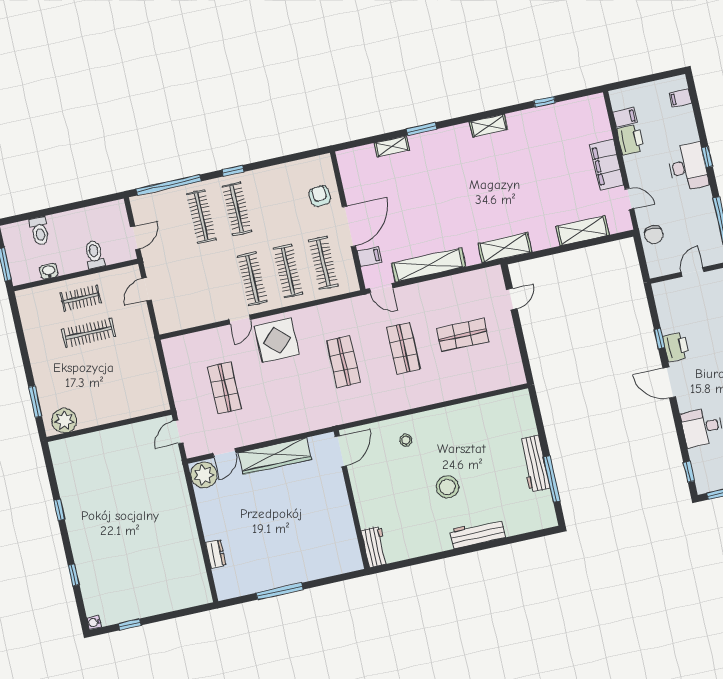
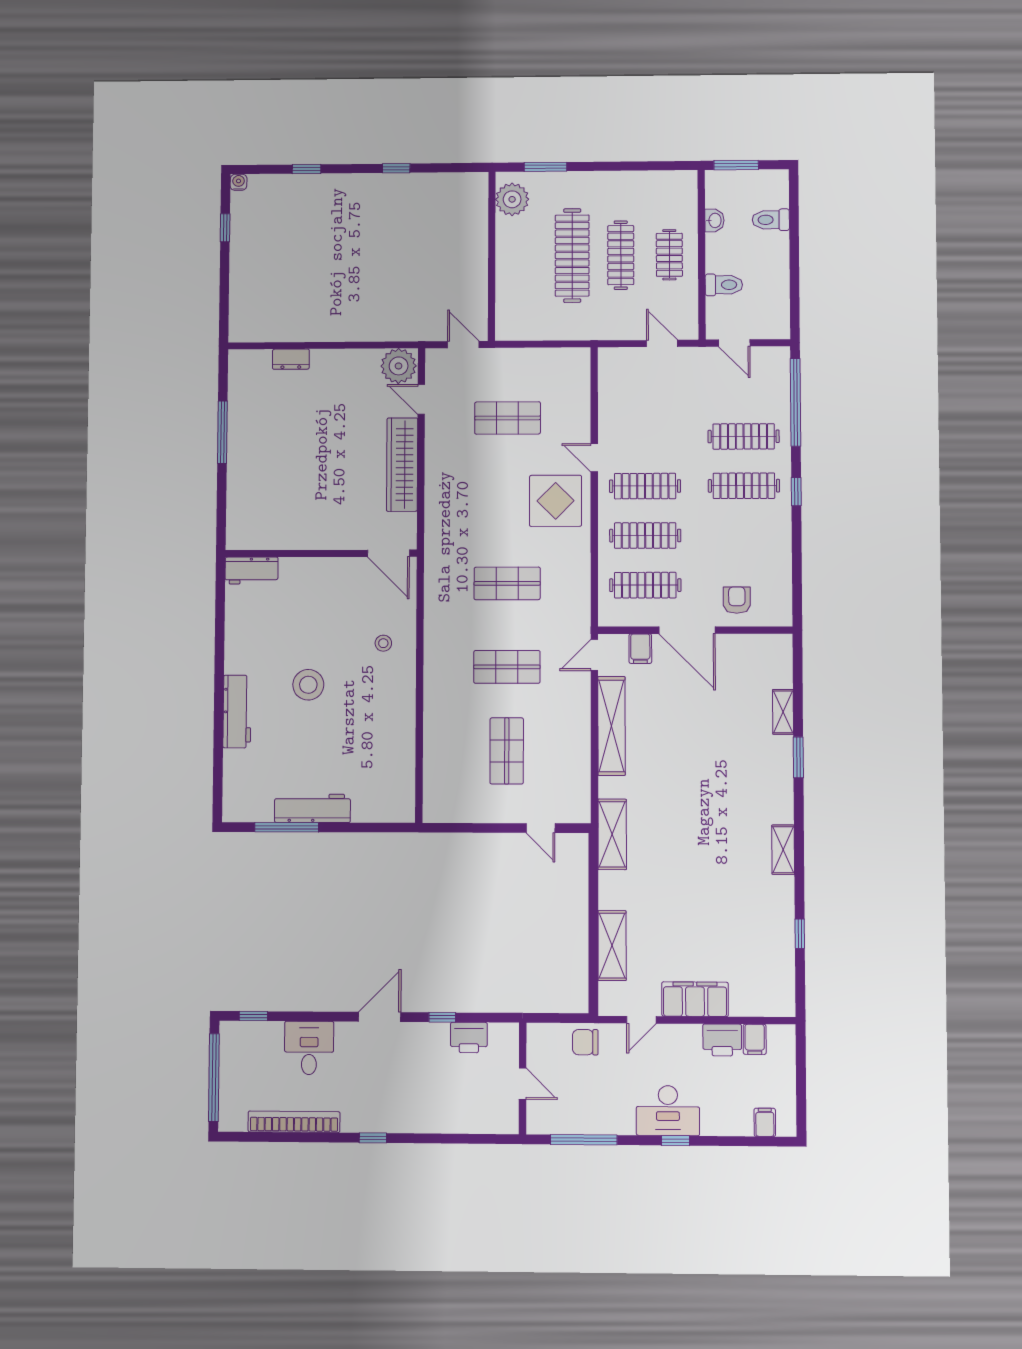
armchair: (320, 196) -> (737, 600), turned -86
printer: (676, 347) -> (469, 1038), moved
clothes rail: (96, 368) -> (572, 256), added

